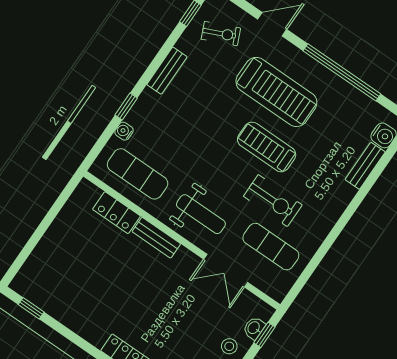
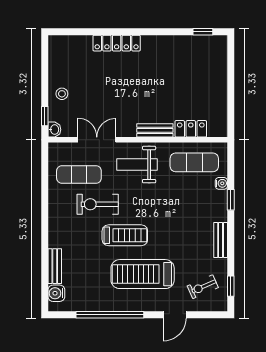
washbasin: (254, 328) -> (54, 130), moved

